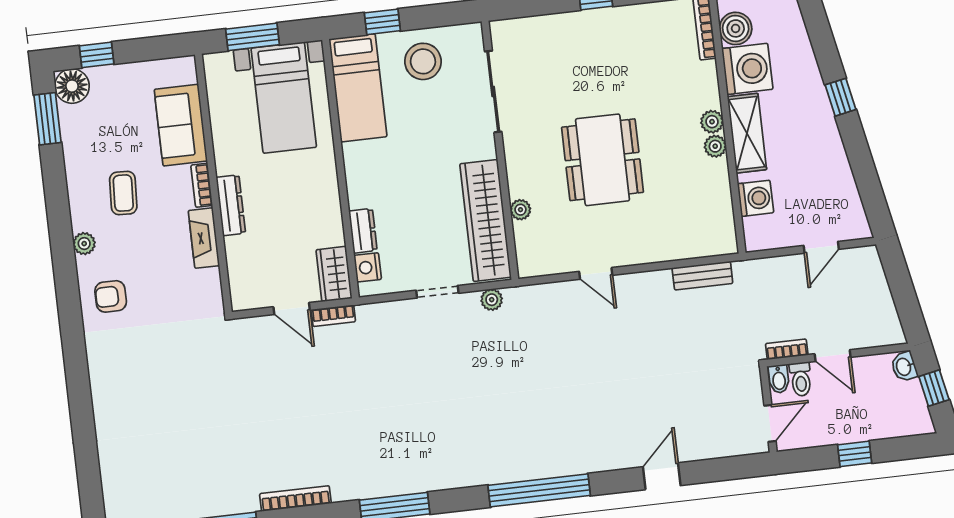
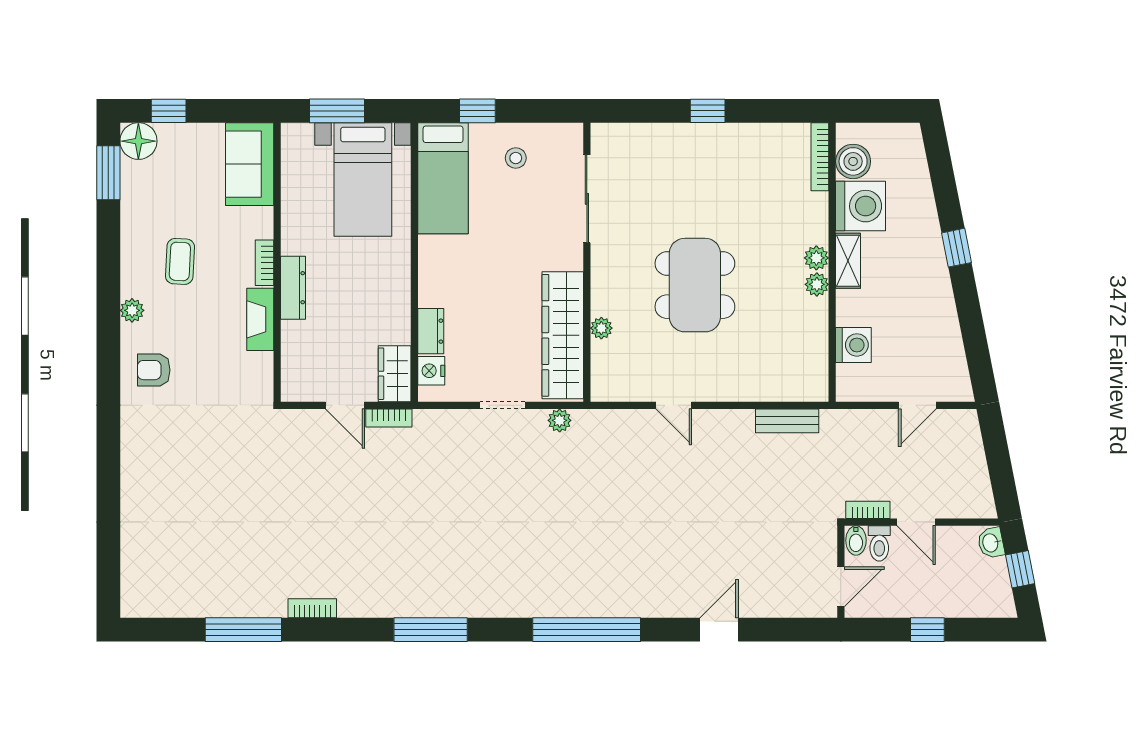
stool: (423, 61) -> (516, 158), width x0.53, depth x0.53
sofa: (181, 125) -> (250, 164), moved
shelving: (747, 133) -> (848, 261), width x0.67, depth x0.75
bookcase: (295, 499) -> (312, 608), width x0.64

